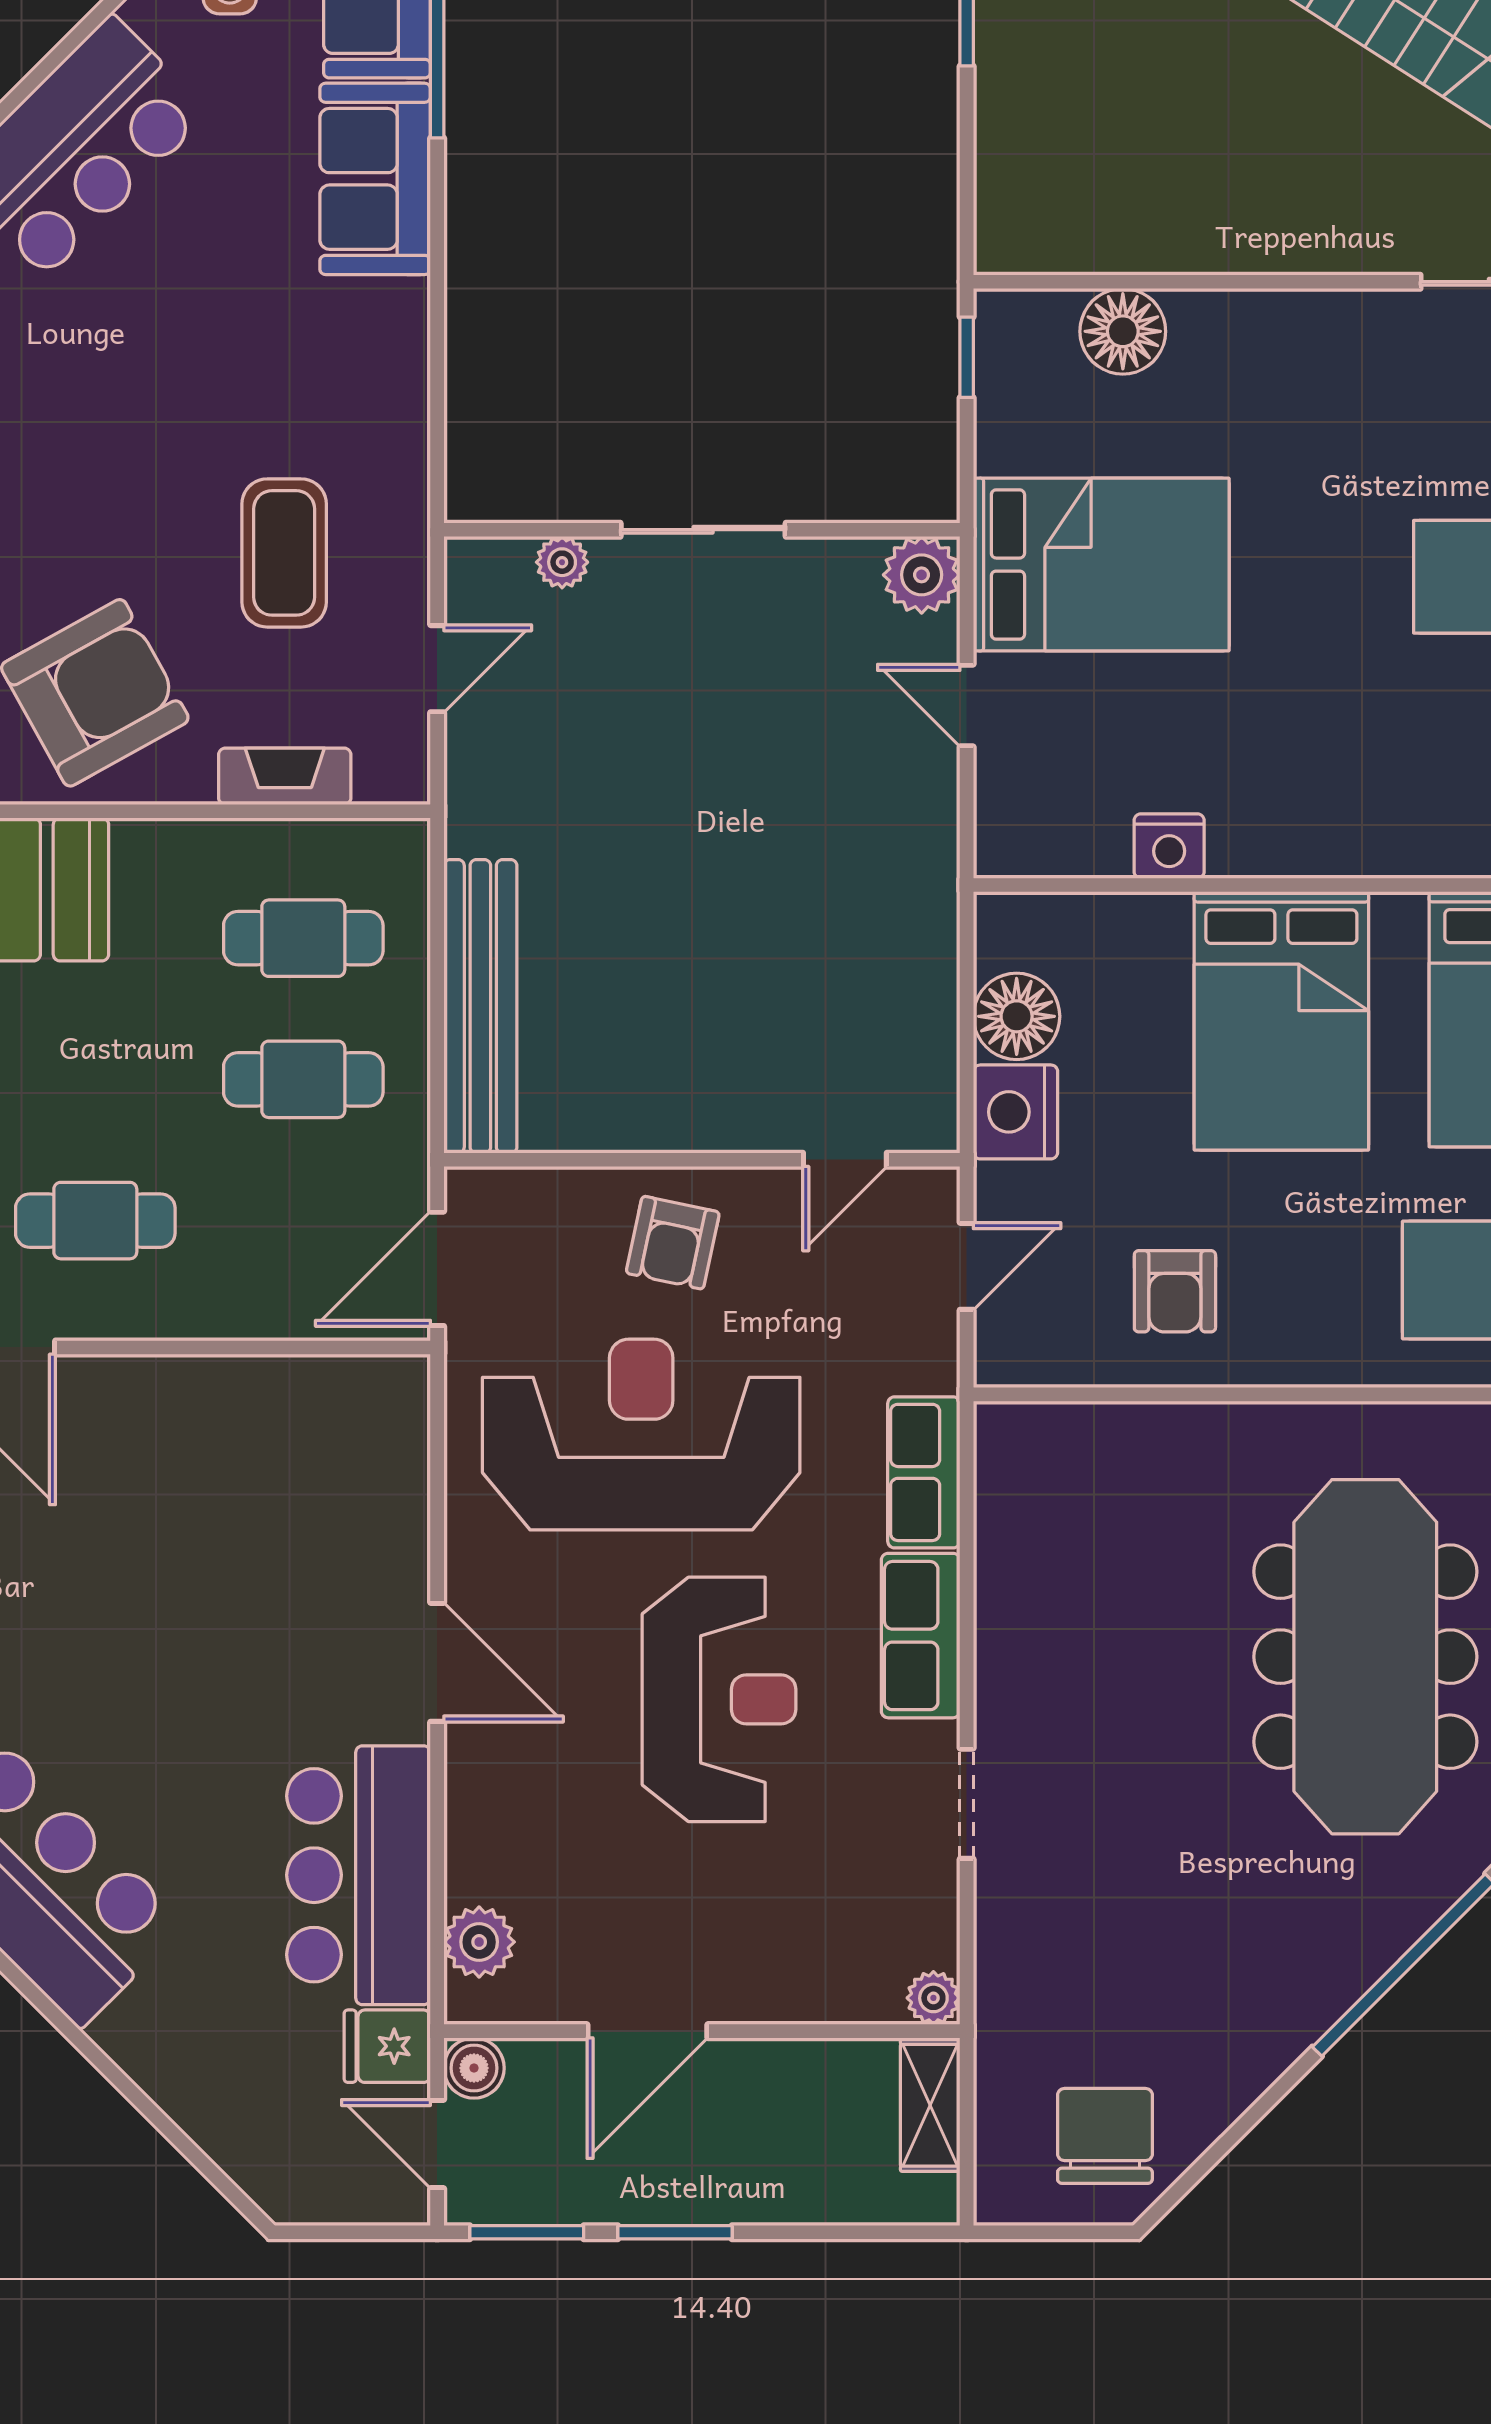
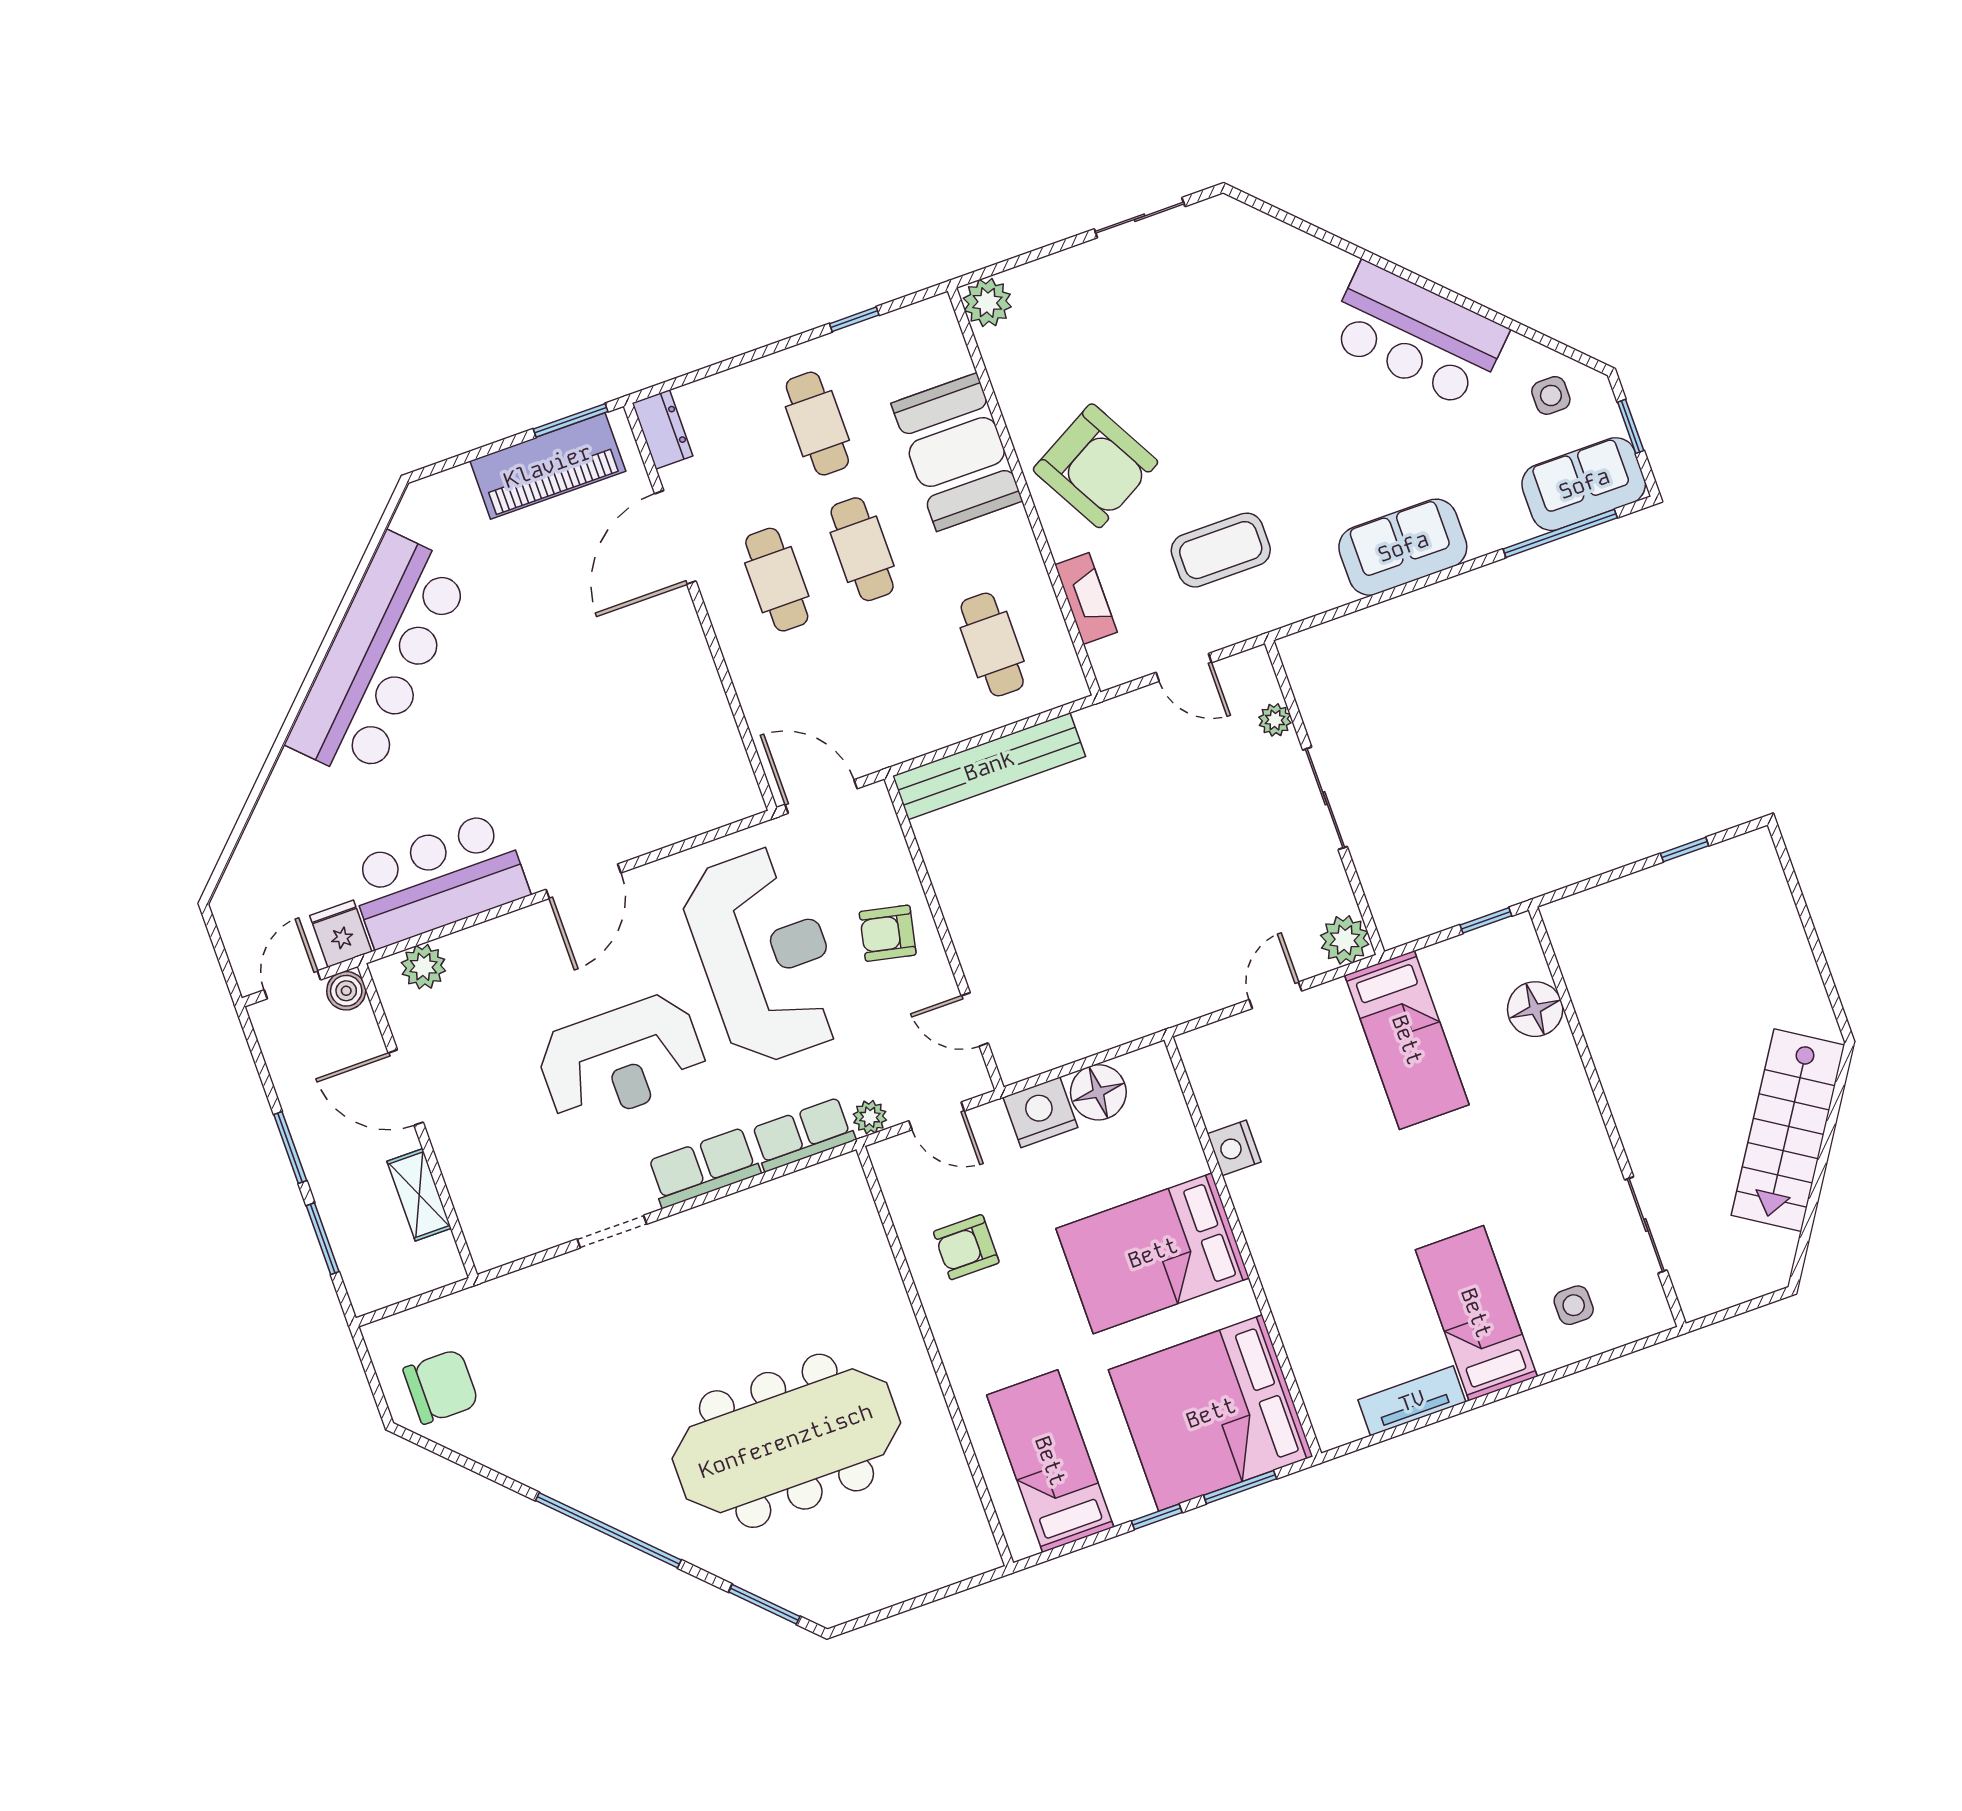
sofa: (375, 179) -> (1403, 547), moved
bed: (1101, 565) -> (1407, 1040), width x0.67
cafe table: (303, 1079) -> (862, 549), moved
plant: (933, 1998) -> (870, 1117), moved
shelving: (930, 2105) -> (419, 1195), moved, turned 90
window: (527, 2232) -> (323, 1239), moved

